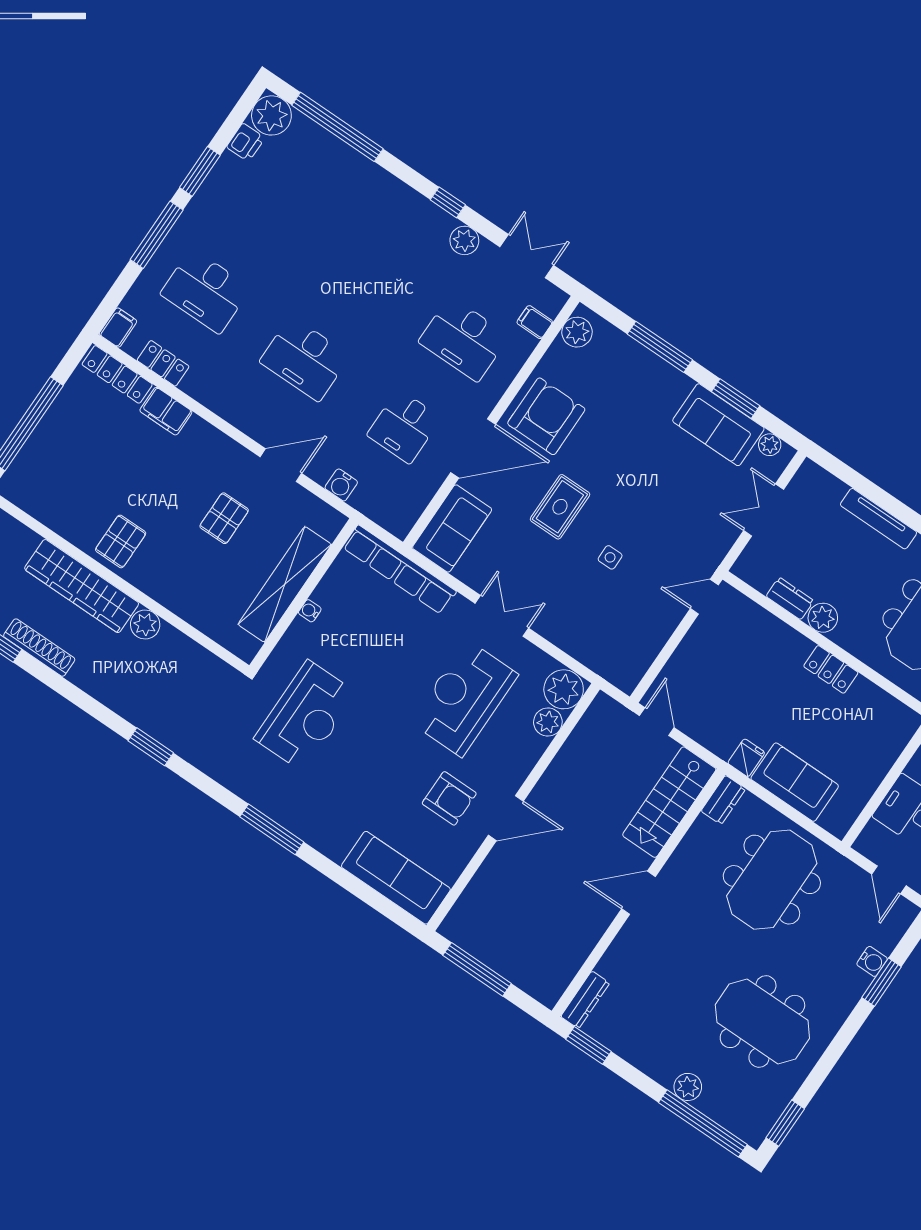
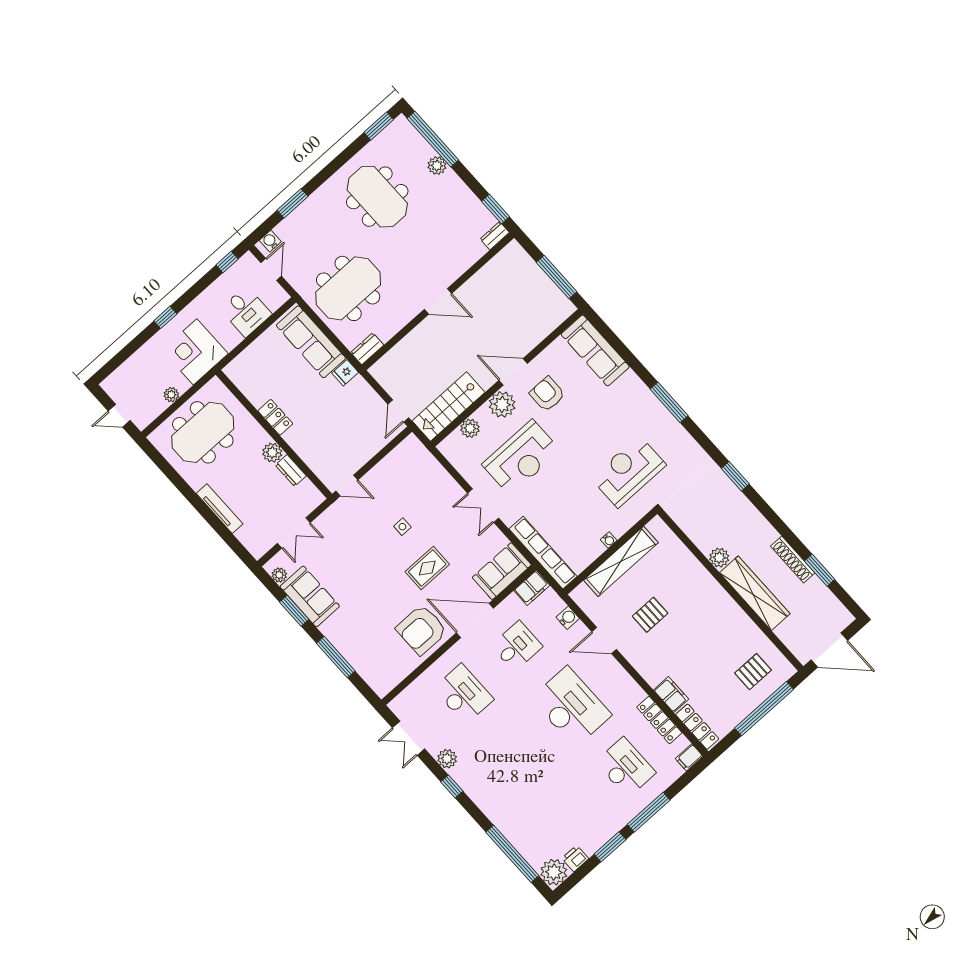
filing cabinet: (535, 322) -> (532, 588), moved, width x2.00
plant: (577, 332) -> (388, 680), removed
desk: (305, 359) -> (571, 707), width x1.36, depth x1.30
locker: (163, 363) -> (659, 720), width x1.53
pallet: (121, 541) -> (753, 672), moved
plant: (564, 689) -> (502, 404), moved
sofa: (795, 782) -> (311, 342), width x1.36
stairs: (669, 802) -> (448, 407), moved, turned 180
water cooler: (872, 961) -> (270, 241), moved
dresser: (585, 1000) -> (495, 236), width x0.70

